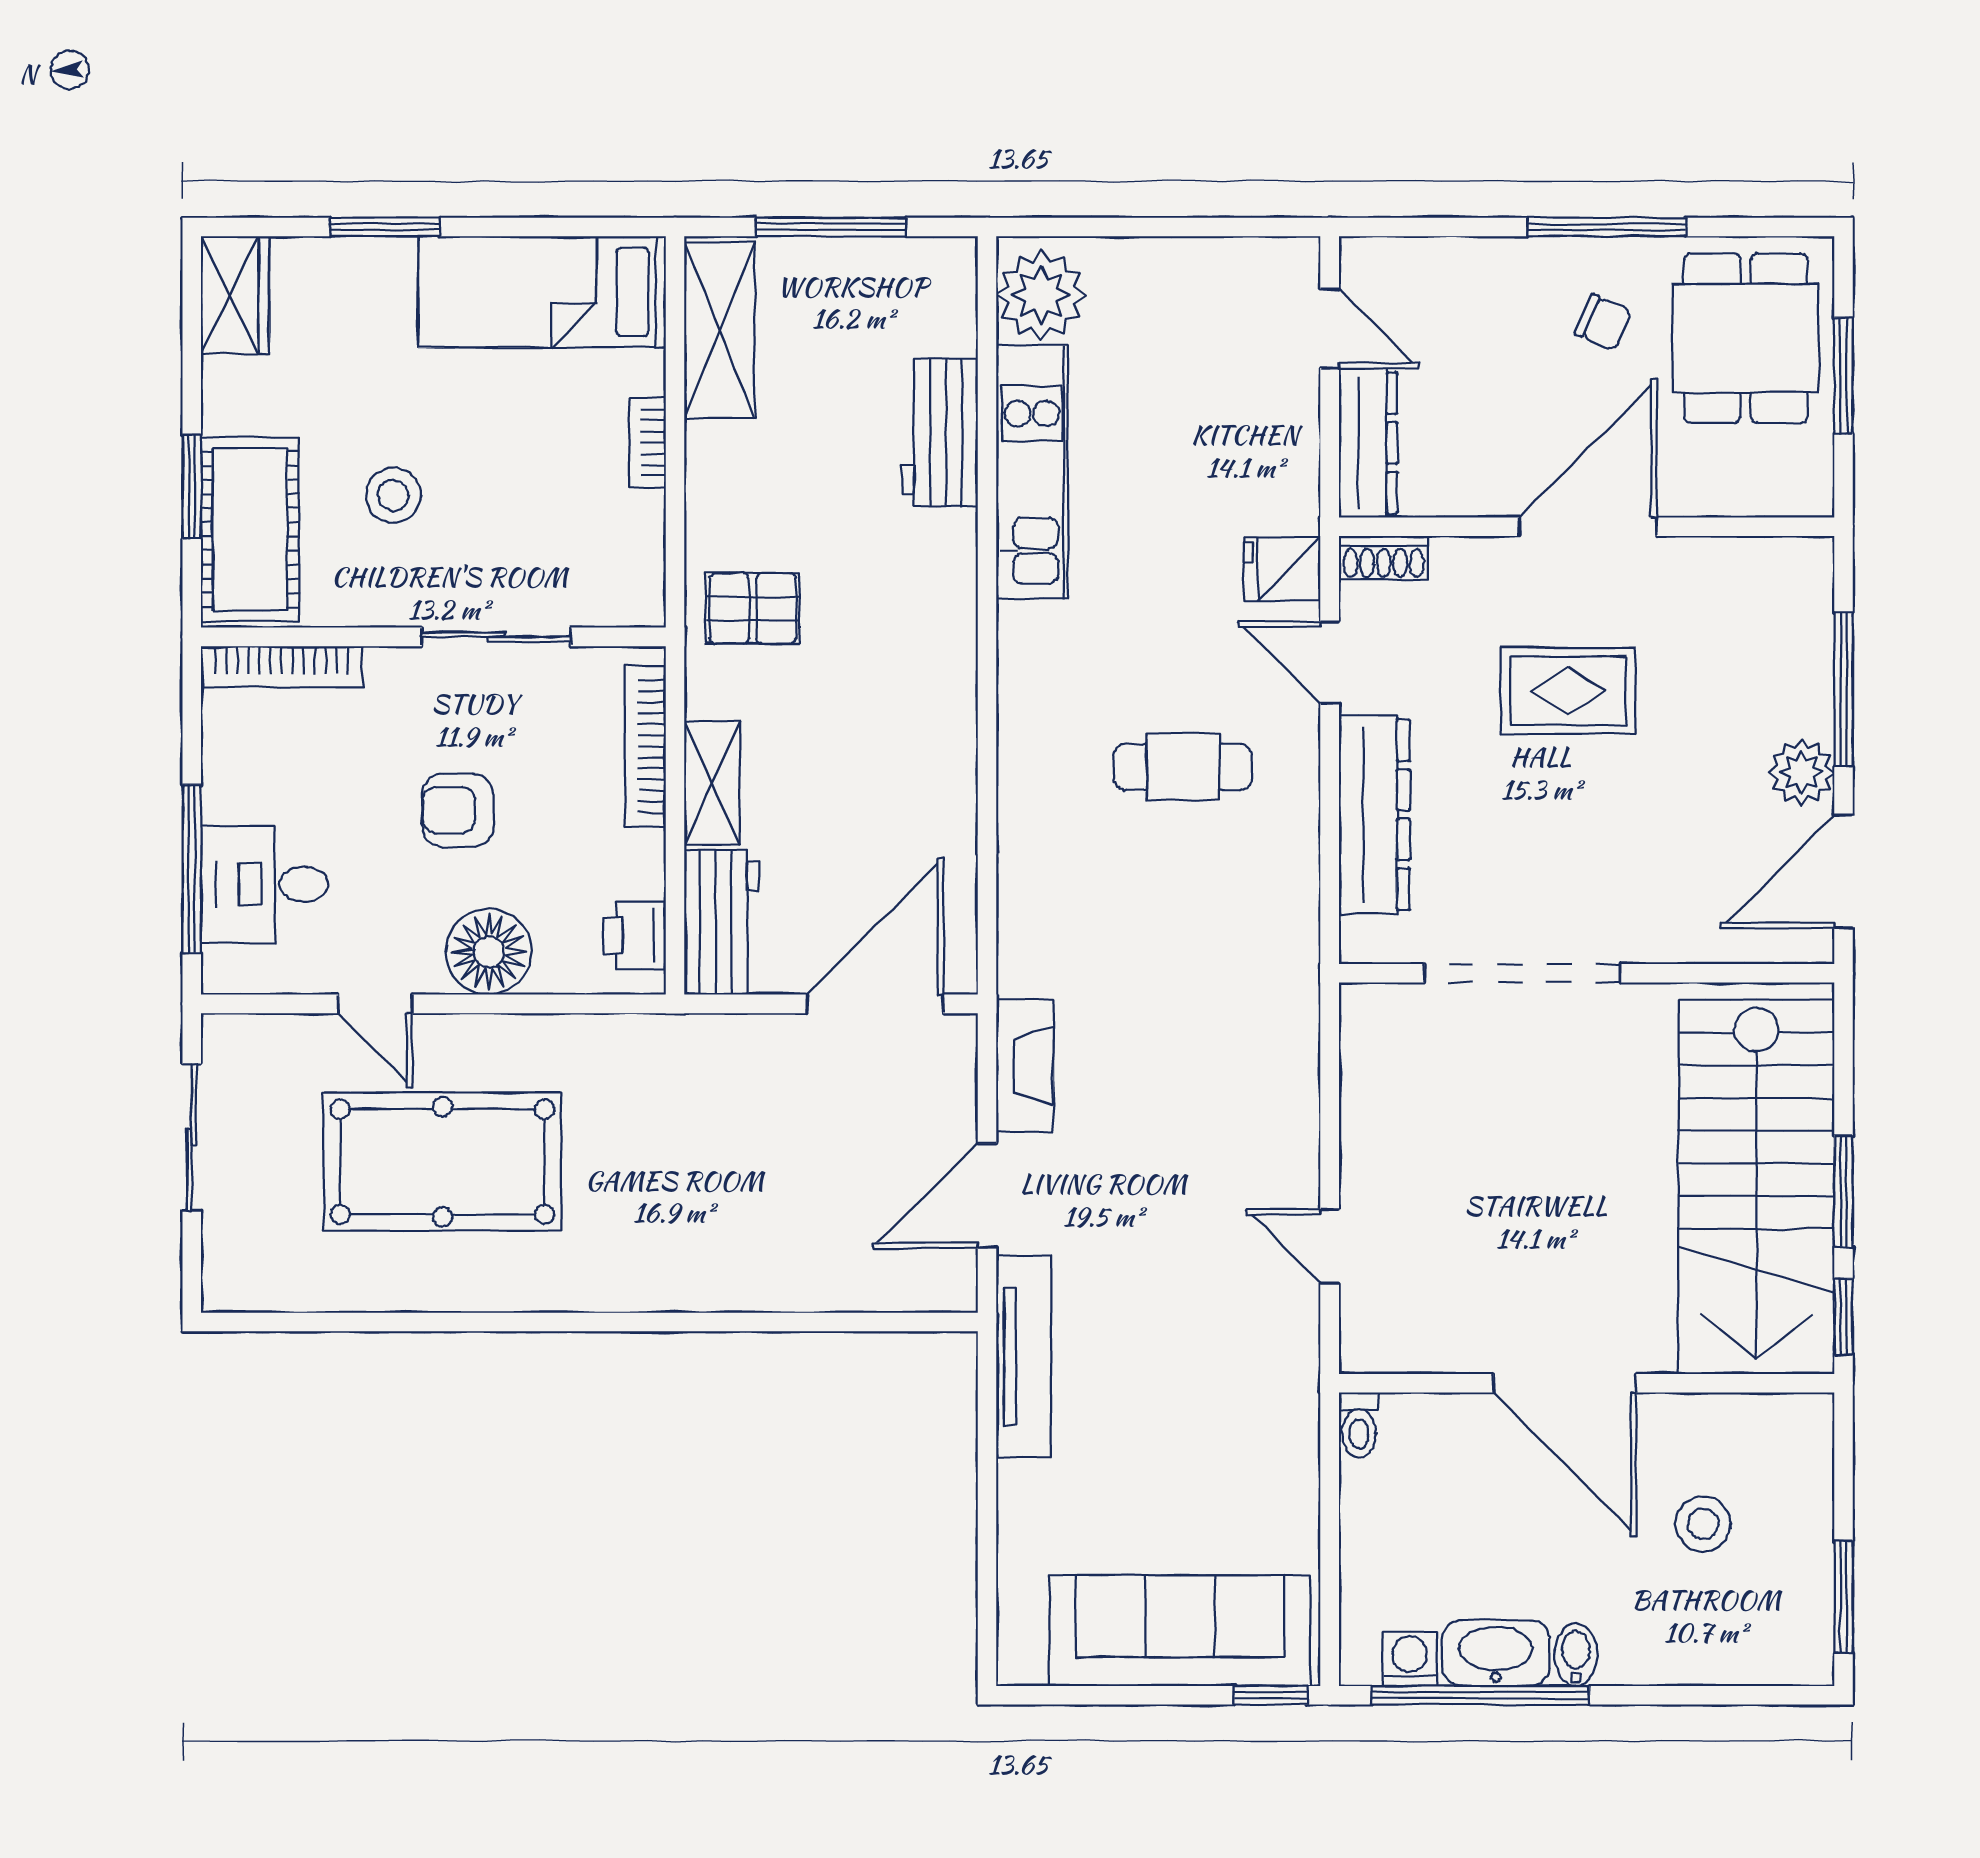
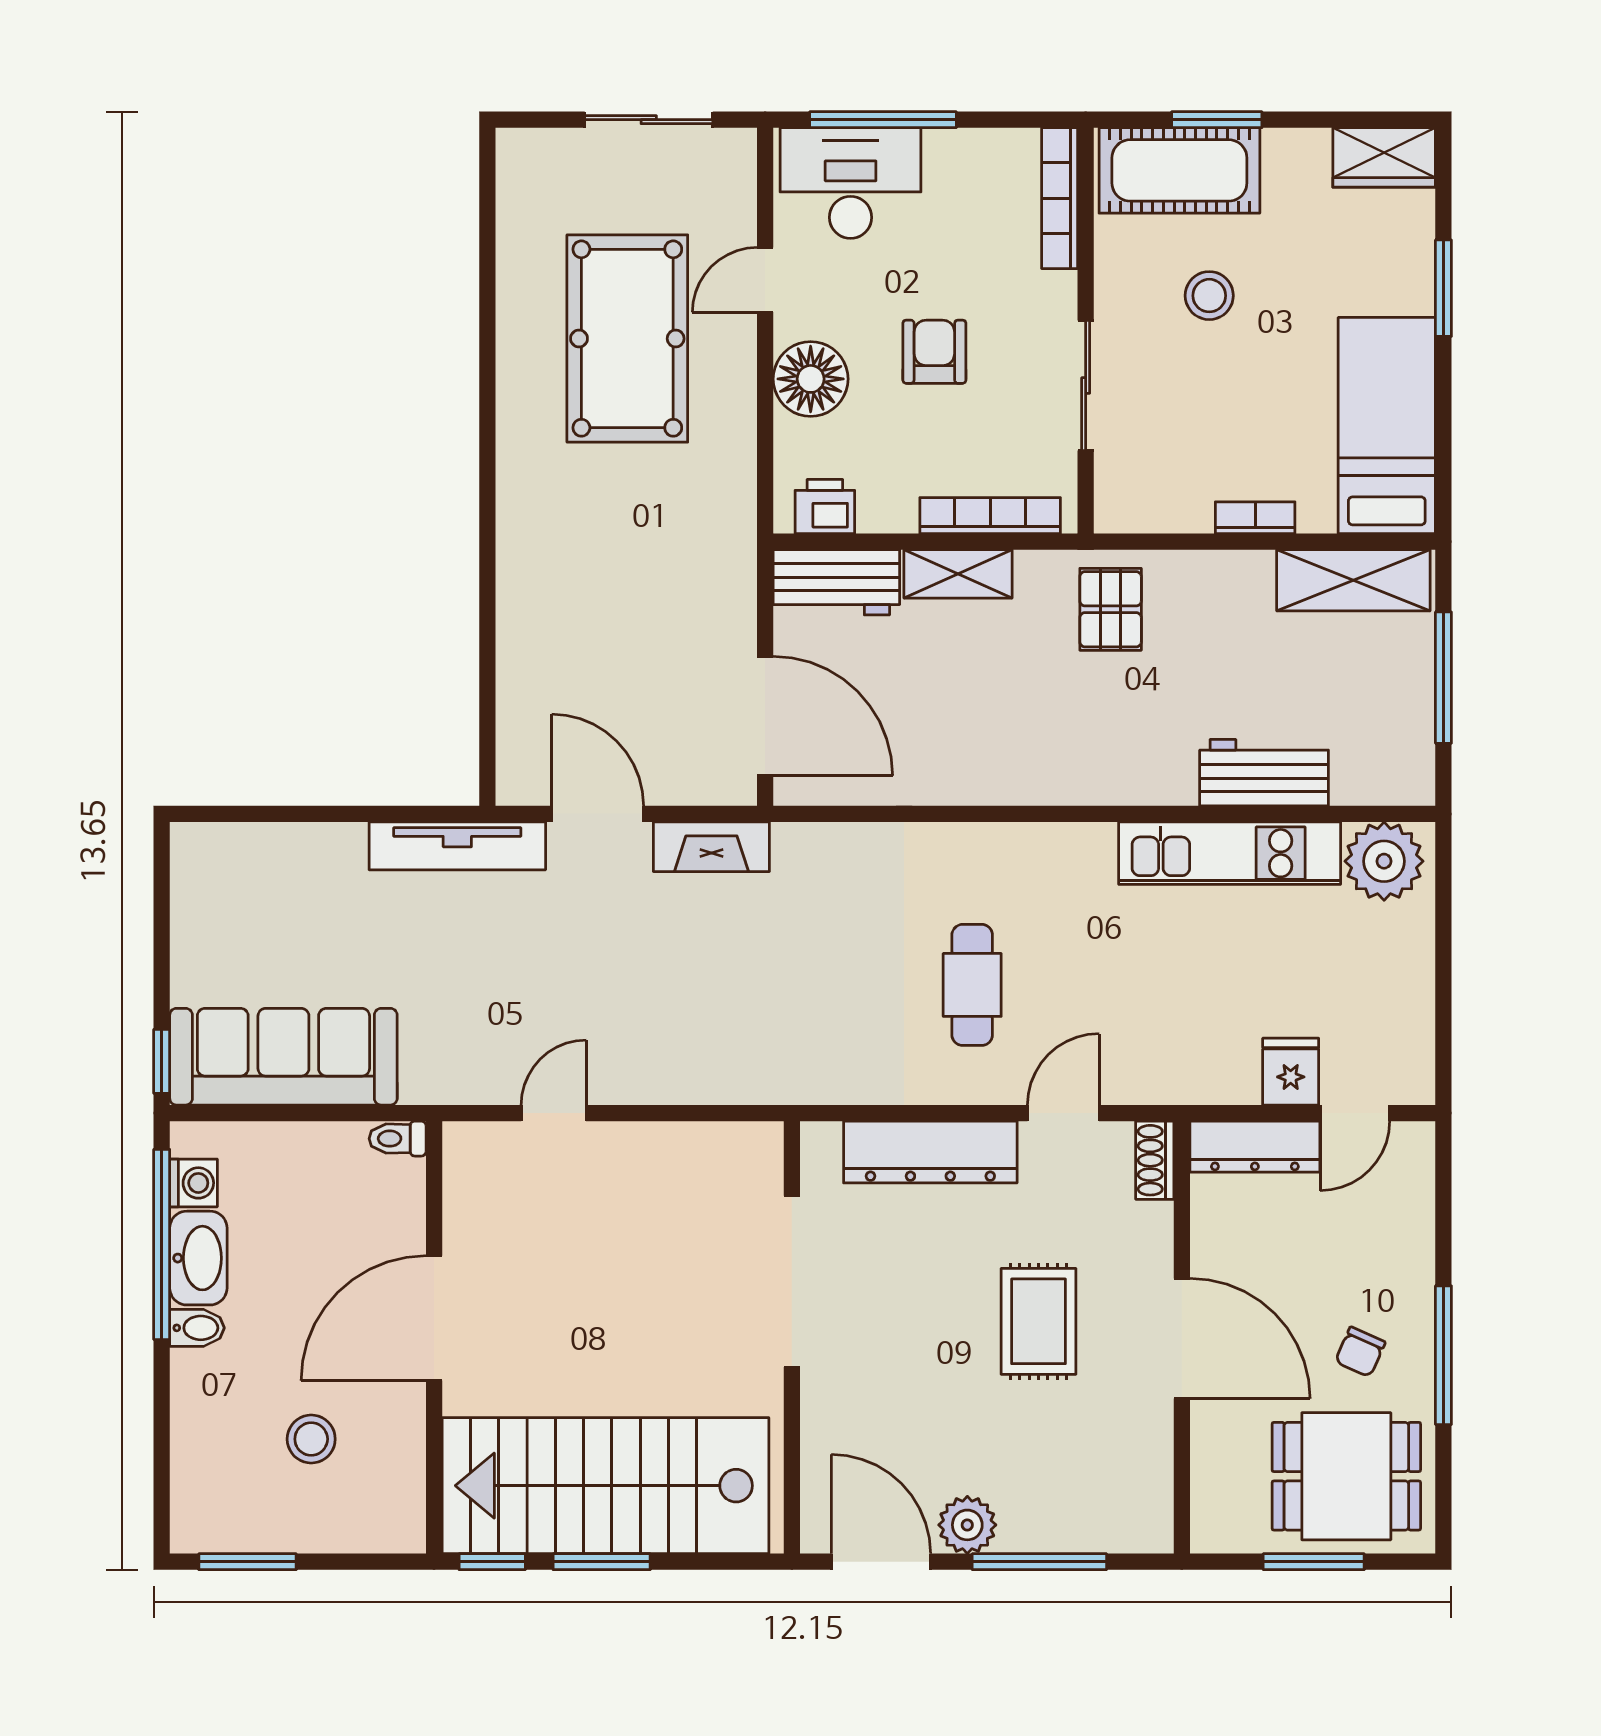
fridge: (1282, 569) -> (1291, 1072), moved
desk: (264, 884) -> (851, 183), width x1.37
sofa: (1180, 1631) -> (283, 1057), moved, turned -90

